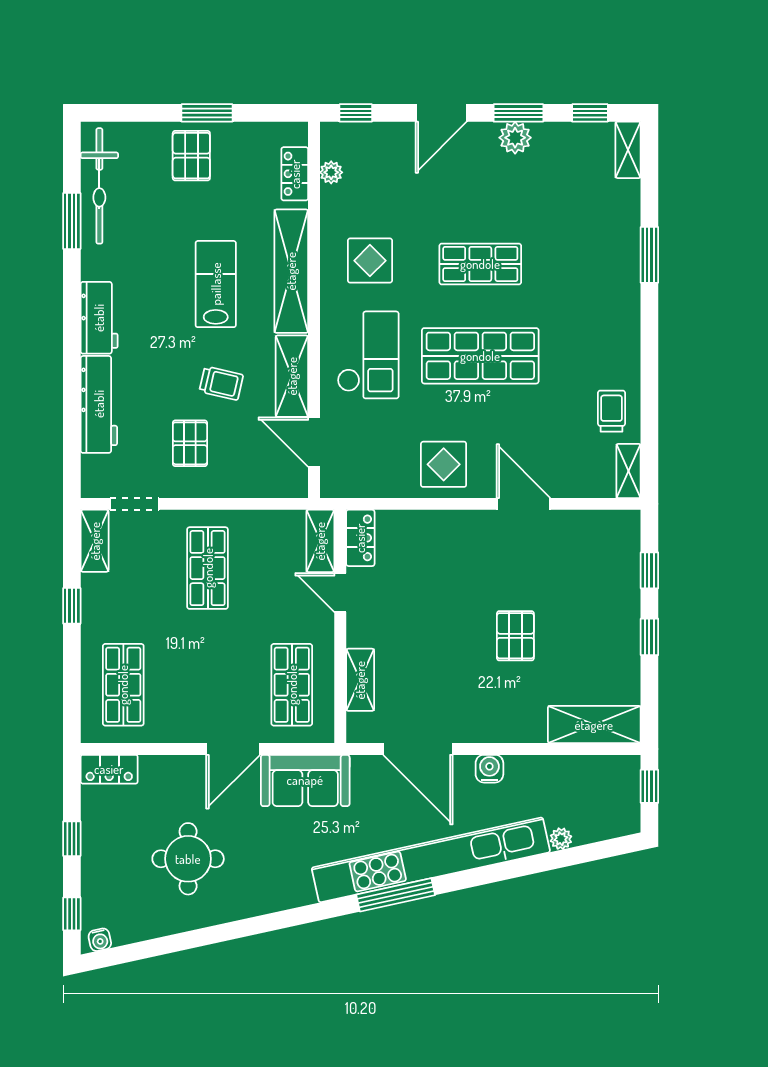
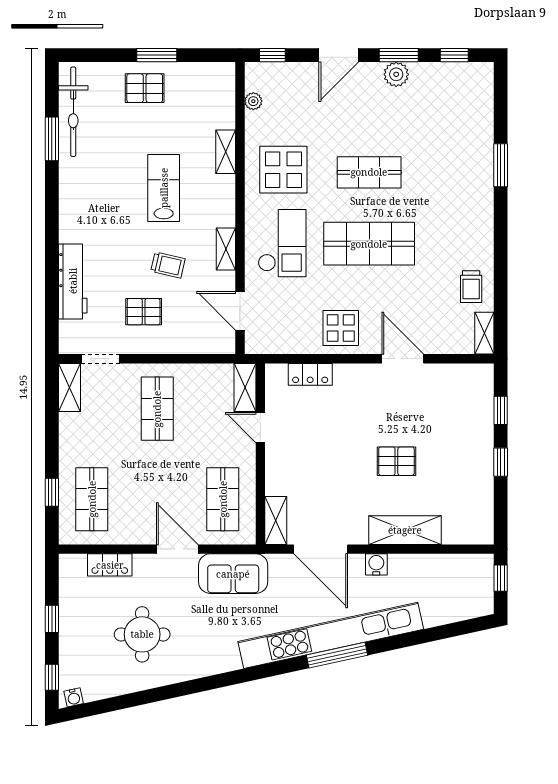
shelving: (628, 150) -> (484, 84), removed
pallet: (191, 156) -> (145, 88), turned 90
locker: (295, 174) -> (225, 102), removed
display table: (370, 261) -> (283, 170), width x1.36, depth x1.36
shelving: (291, 271) -> (226, 152), width x0.45, depth x0.75
workbench: (99, 318) -> (73, 214), removed
shelving: (292, 376) -> (226, 249), width x0.67, depth x0.75
trolley: (611, 411) -> (471, 287), turned 180
pallet: (190, 443) -> (144, 312), turned 90
locker: (360, 538) -> (310, 374), moved, turned 90
window: (72, 606) -> (52, 492), moved
pallet: (515, 636) -> (396, 461), turned 90
shelving: (360, 680) -> (276, 520), moved
shelving: (594, 725) -> (405, 530), moved
door: (233, 749) -> (177, 549), swing flipped
locker: (109, 769) -> (110, 565), moved
plant: (561, 839) -> (432, 619), removed
window: (396, 895) -> (337, 655), moved

